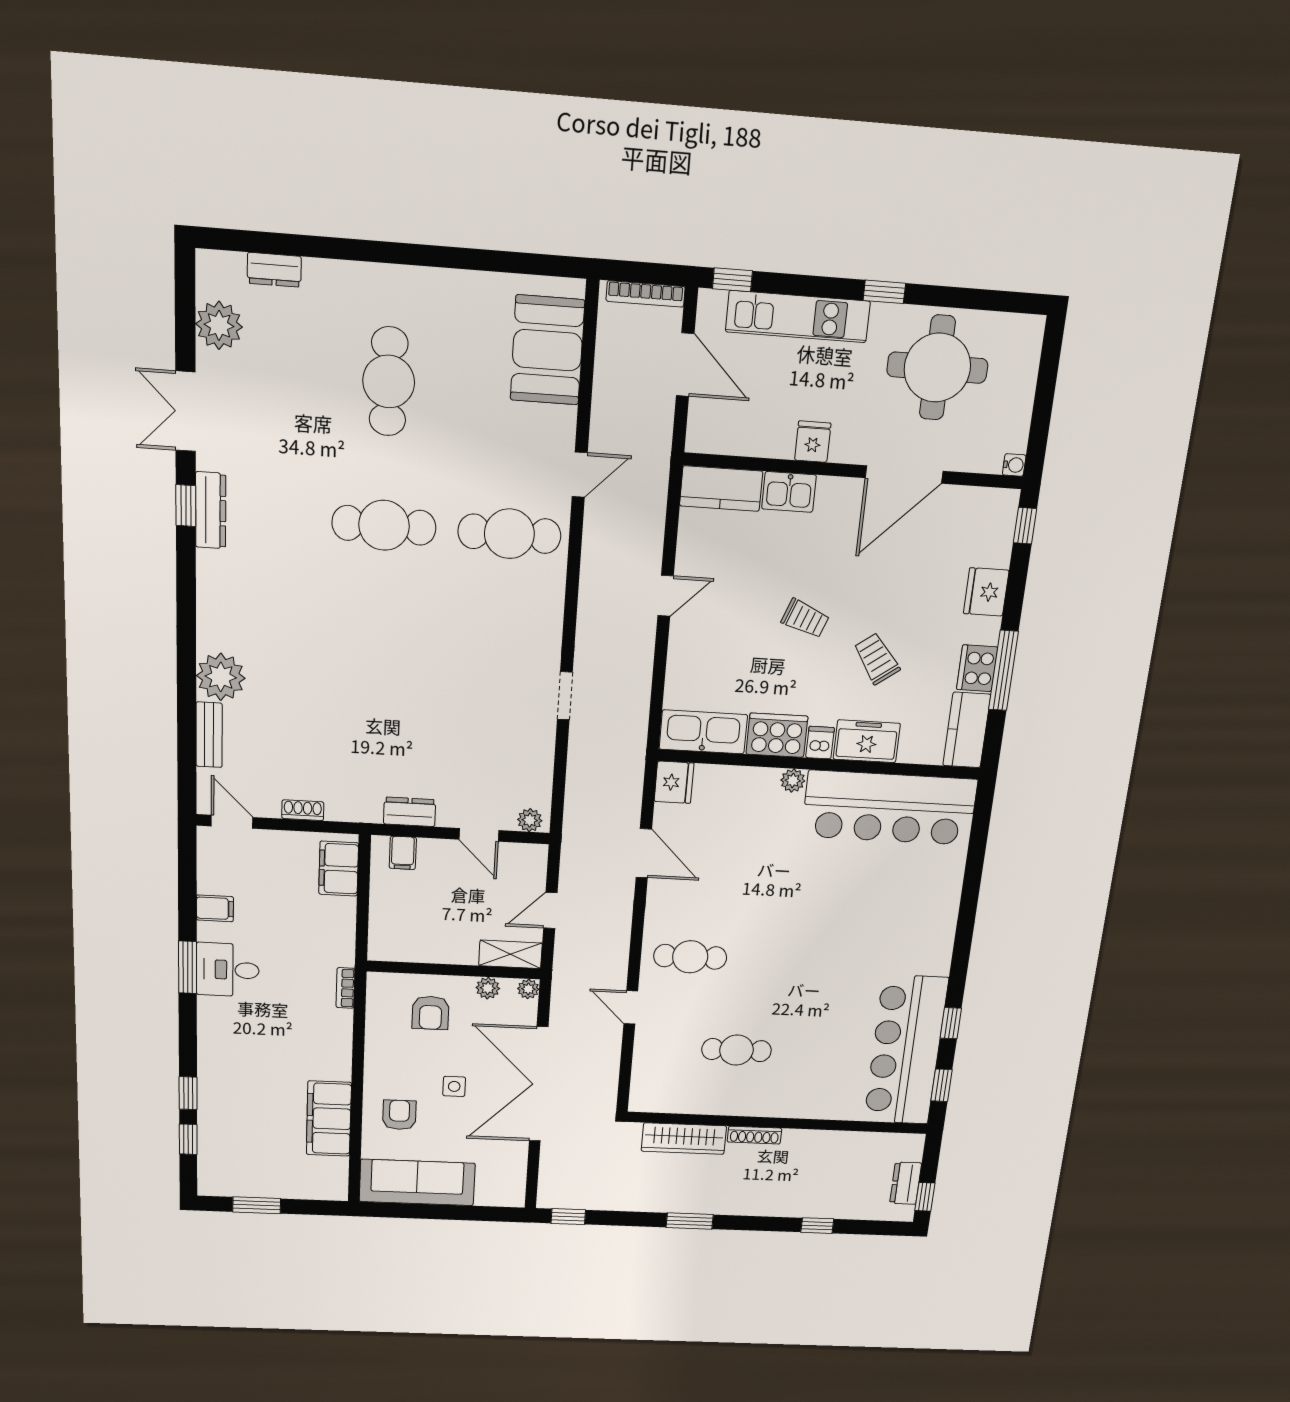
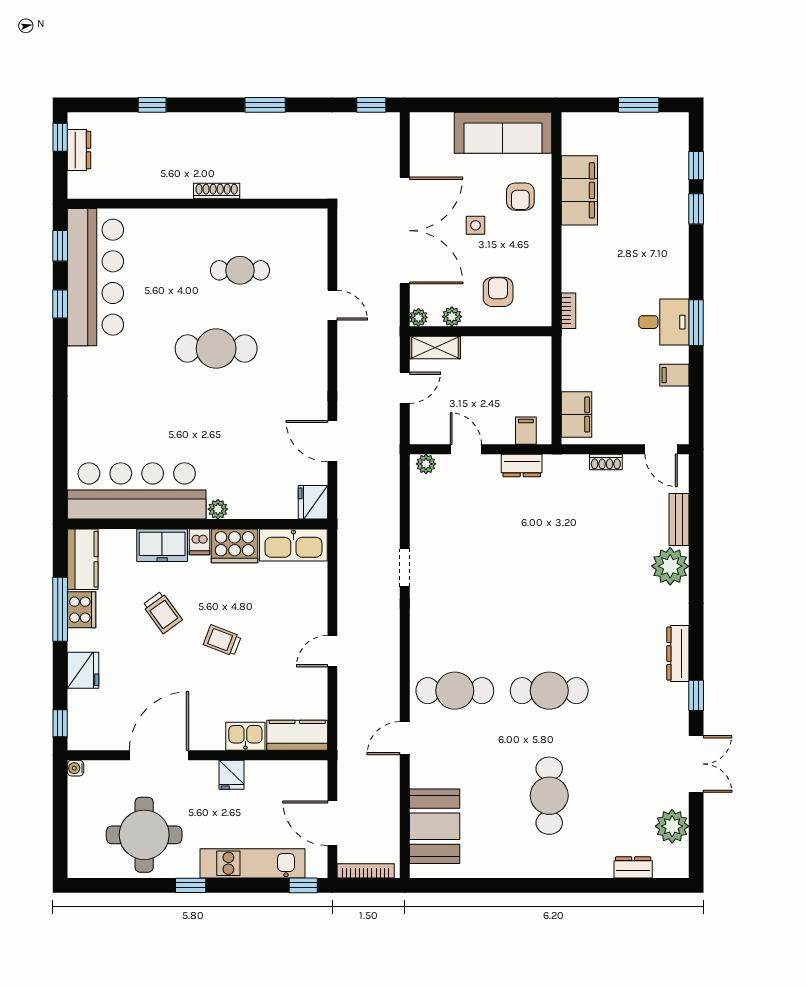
dresser: (211, 510) -> (678, 654), moved
cafe table: (690, 957) -> (216, 349), moved, width x1.37, depth x1.35
wardrobe: (684, 1139) -> (277, 185), removed

